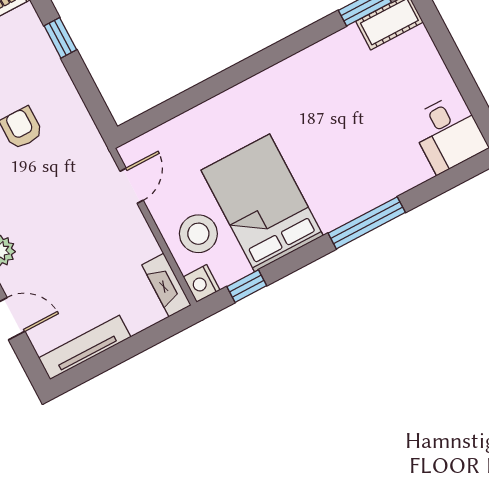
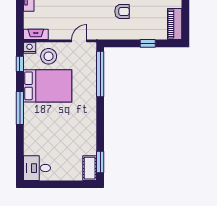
window: (178, 105) -> (100, 74), added
door: (132, 186) -> (79, 41), swing flipped
window: (367, 223) -> (20, 108), moved

